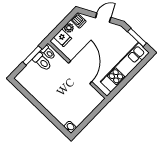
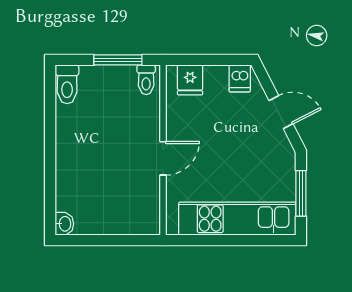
plant: (69, 28) -> (215, 75), removed
toilet: (42, 62) -> (67, 84), moved
door: (80, 72) -> (163, 158), width x0.53

